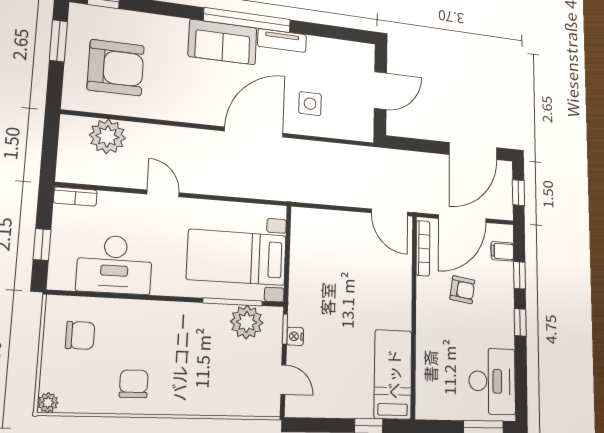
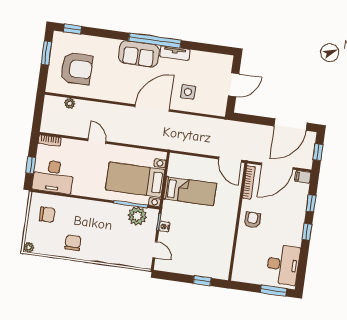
plant: (107, 136) -> (70, 103), width x0.53, depth x0.53
filing cabinet: (502, 251) -> (303, 177), moved
desk: (115, 264) -> (53, 177), moved
armchair: (462, 290) -> (252, 220), moved, turned -98
bed: (393, 374) -> (190, 191), moved, turned 90

